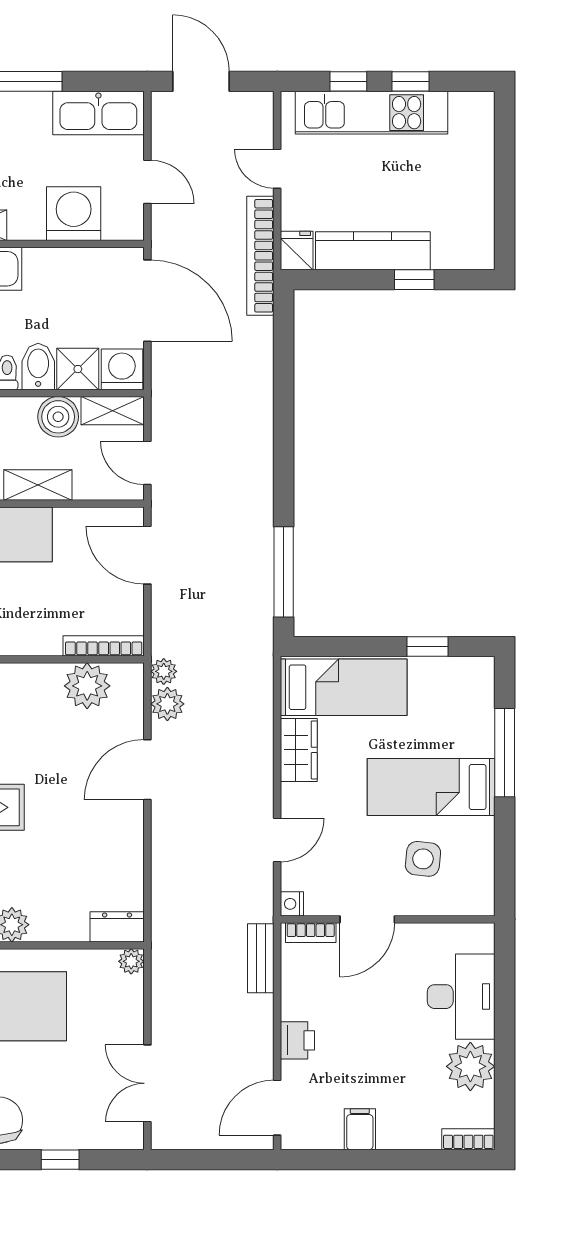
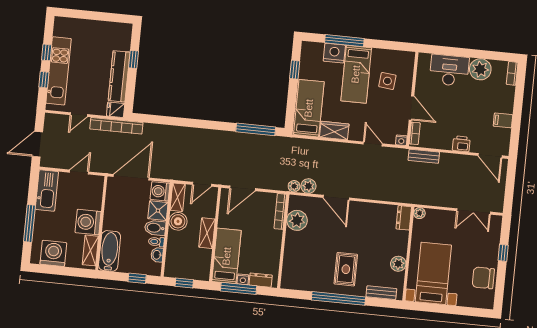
washing machine: (74, 214) -> (88, 222), moved
nightstand: (474, 732) -> (334, 53), added

